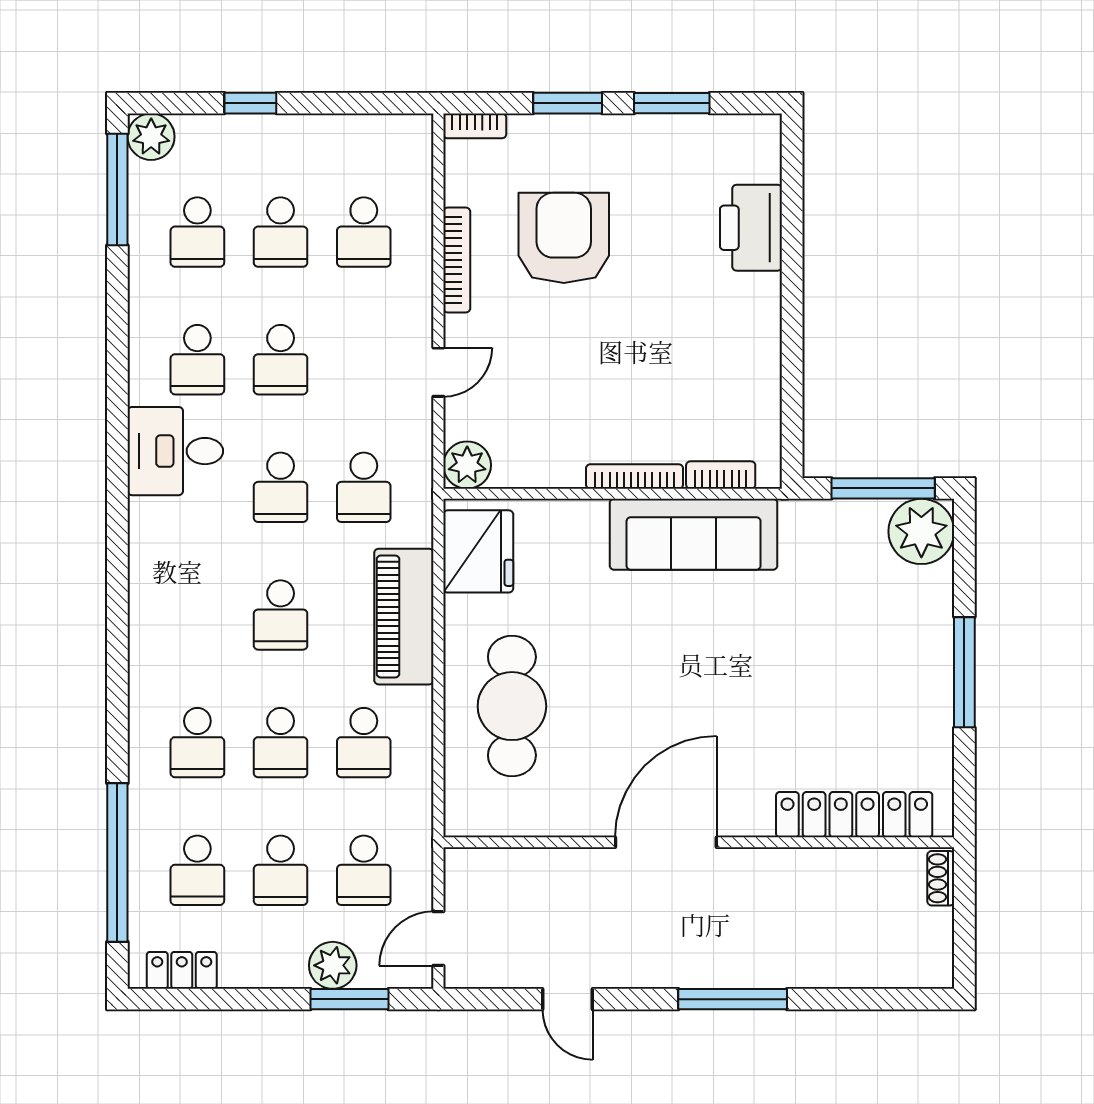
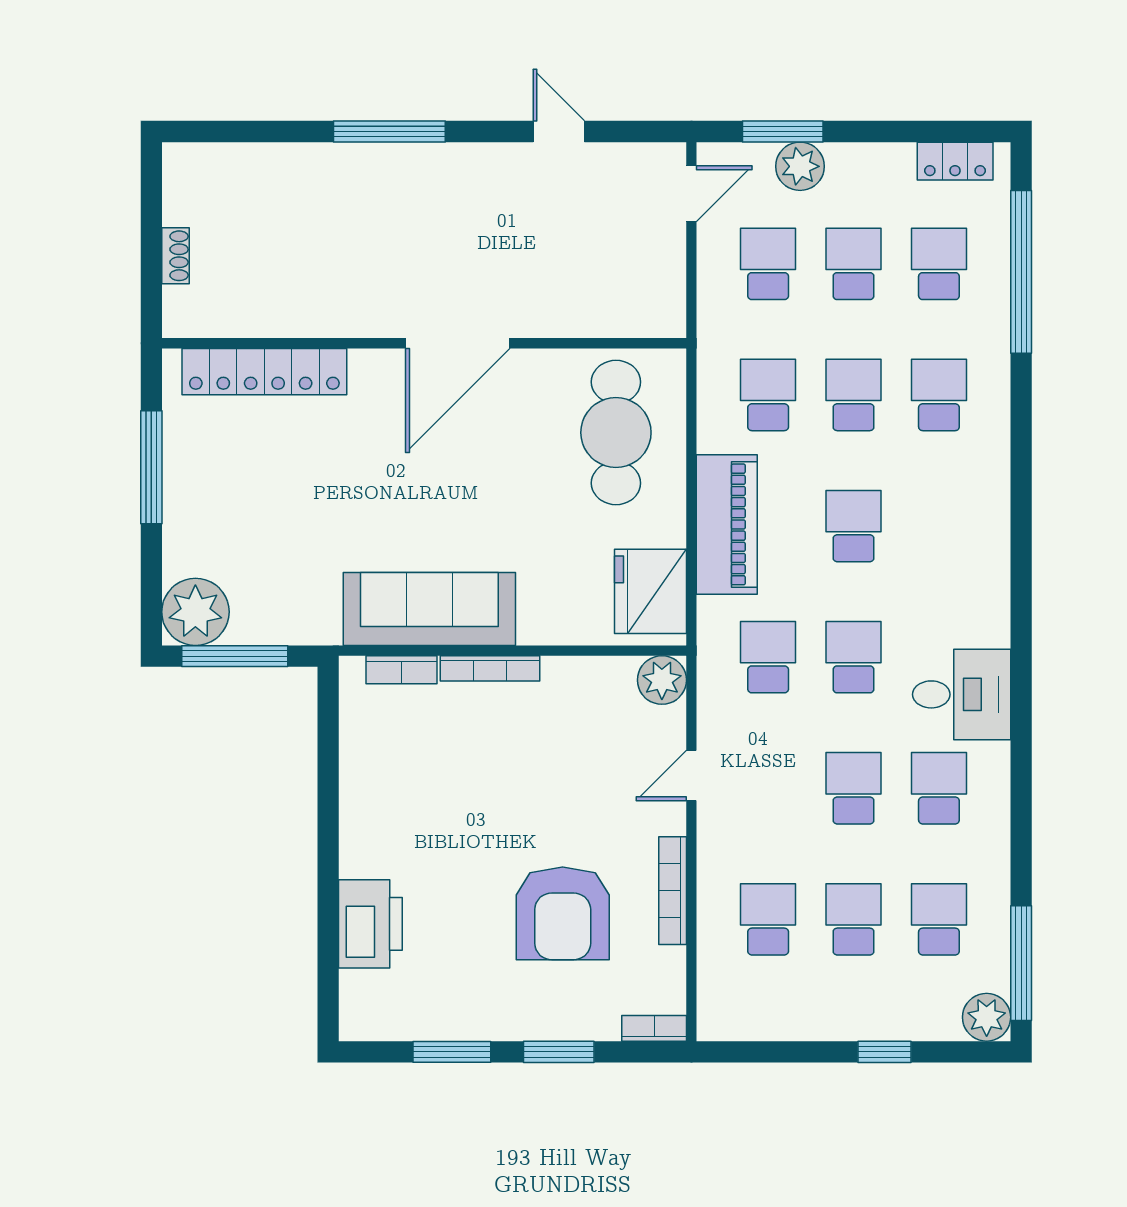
locker: (854, 815) -> (264, 372), moved
door: (666, 842) -> (458, 343), moved
wall: (699, 842) -> (424, 343), moved

